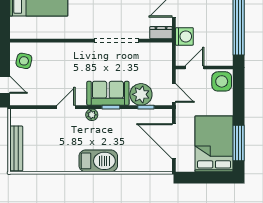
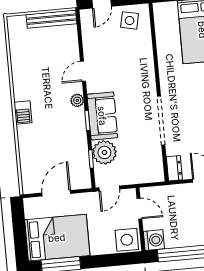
washing machine: (184, 36) -> (154, 240), moved, turned -90
door: (66, 107) -> (83, 71), swing flipped
door: (174, 141) -> (56, 193), width x0.73
bench: (16, 148) -> (51, 19), moved
barbecue: (98, 161) -> (23, 113), width x0.53, depth x0.65

